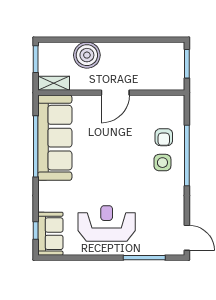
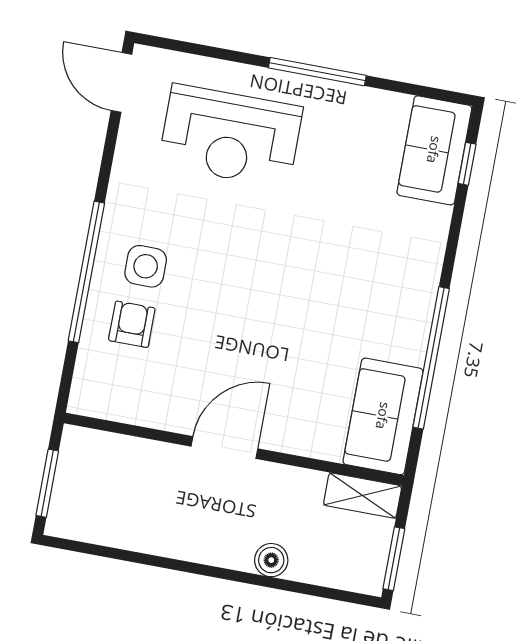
boiler: (87, 55) -> (271, 560), width x0.54, depth x0.54
sofa: (55, 138) -> (383, 416), width x0.54, depth x0.79
reception desk: (107, 223) -> (230, 136), moved
window: (144, 258) -> (317, 72), moved

